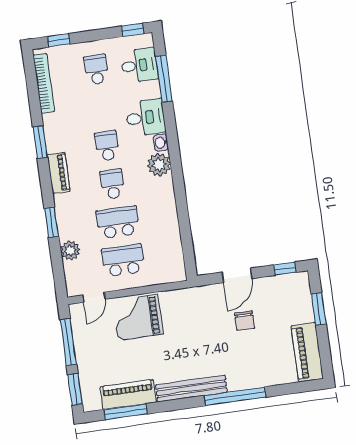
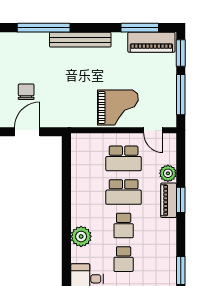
washbasin: (161, 143) -> (77, 255), removed
piano: (59, 173) -> (169, 200), moved
door: (94, 297) -> (153, 130), swing flipped
piano: (128, 394) -> (151, 42), moved

